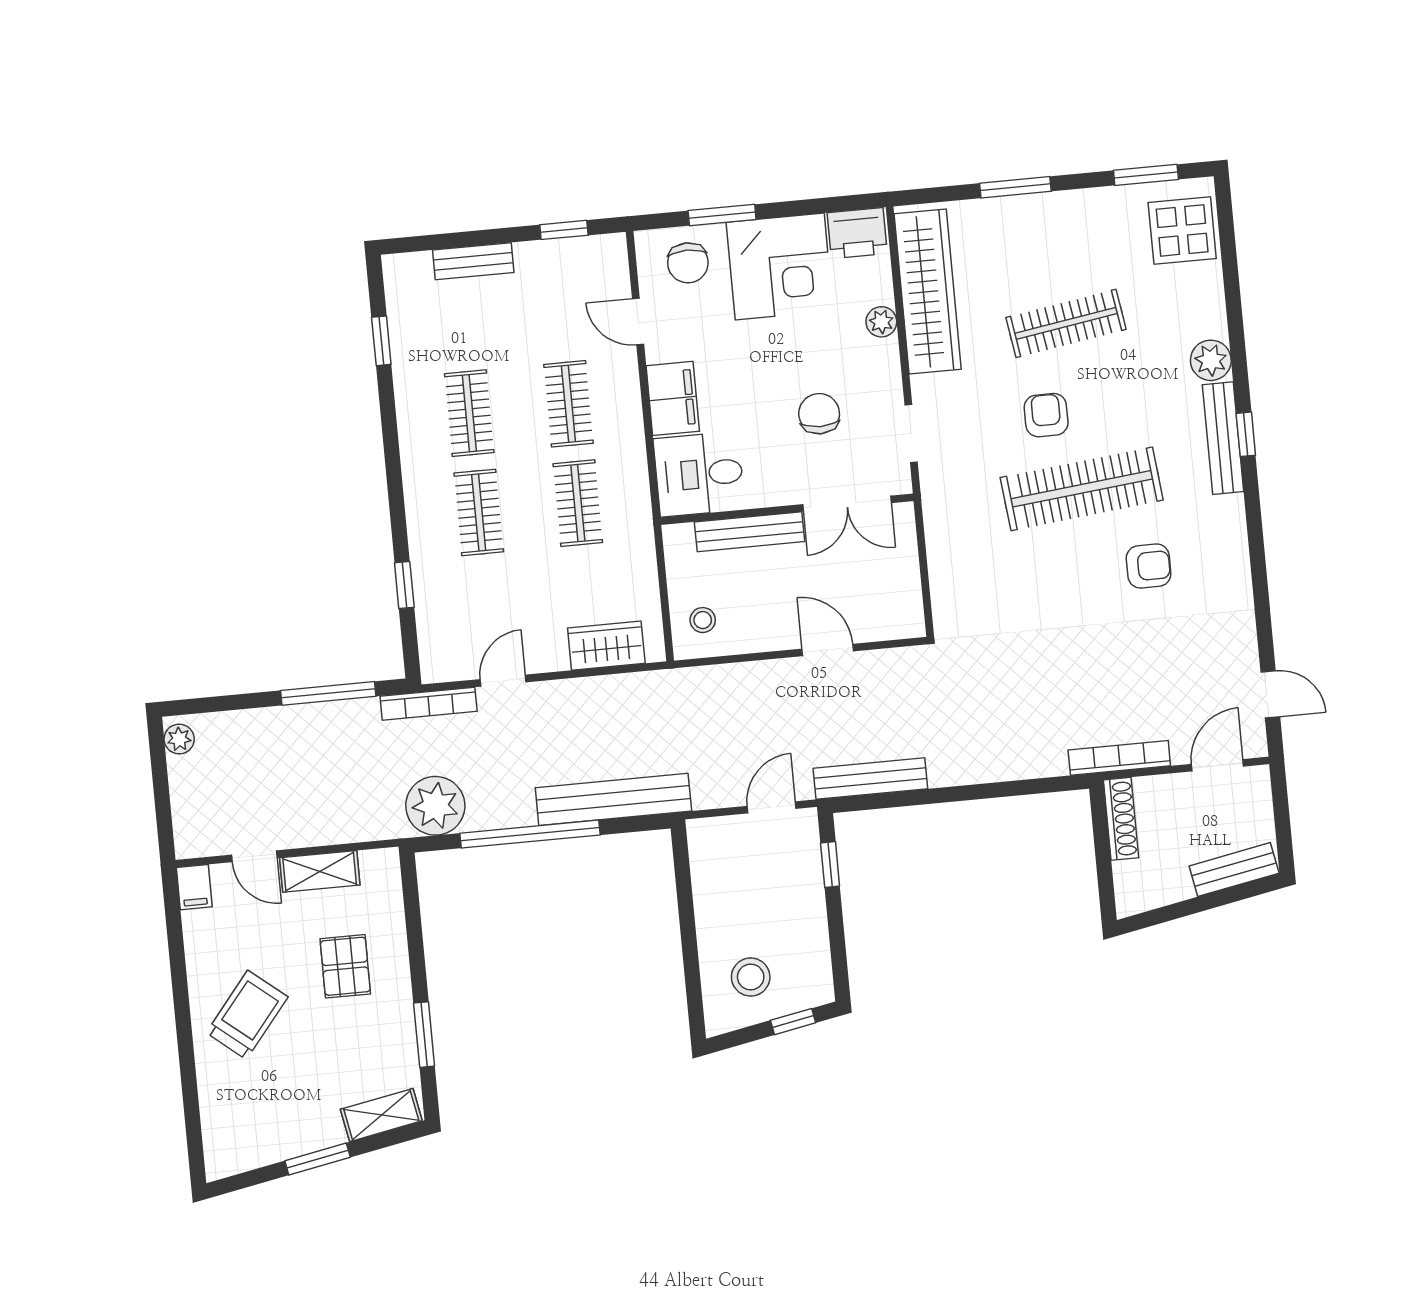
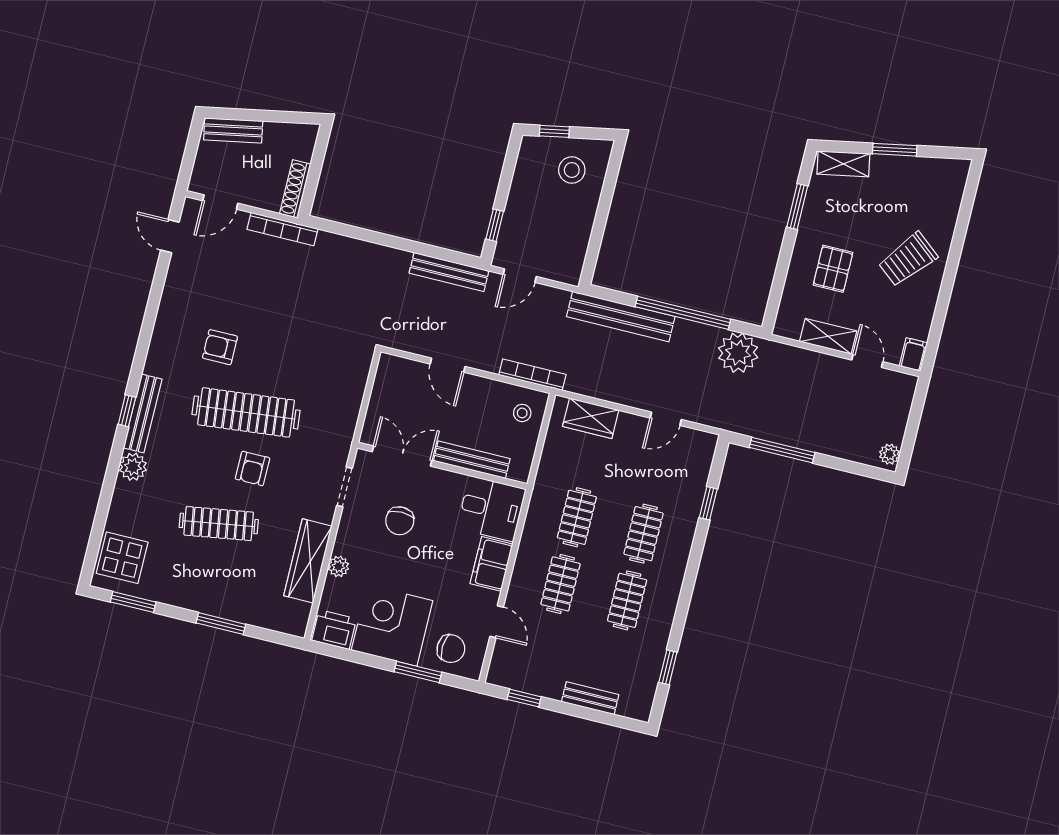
chair: (688, 263) -> (451, 649), turned 93
wardrobe: (928, 291) -> (308, 561), width x0.71, depth x0.85
bookcase: (429, 704) -> (532, 375), moved

